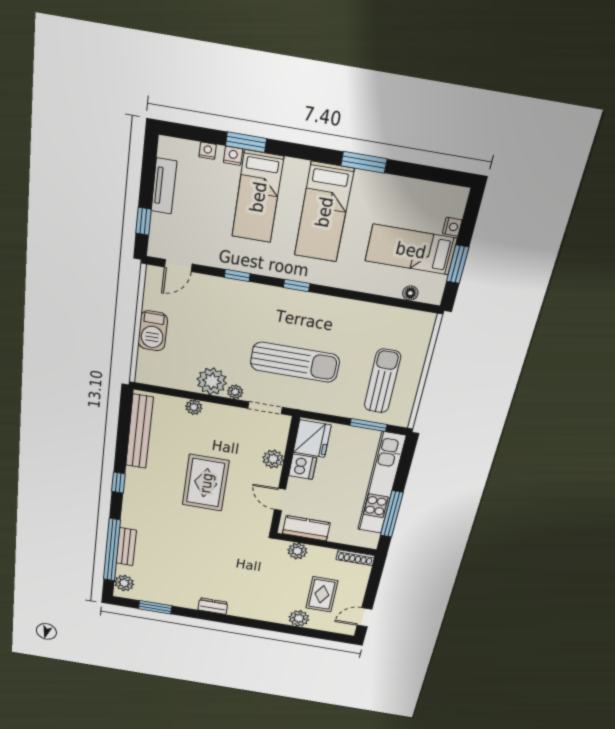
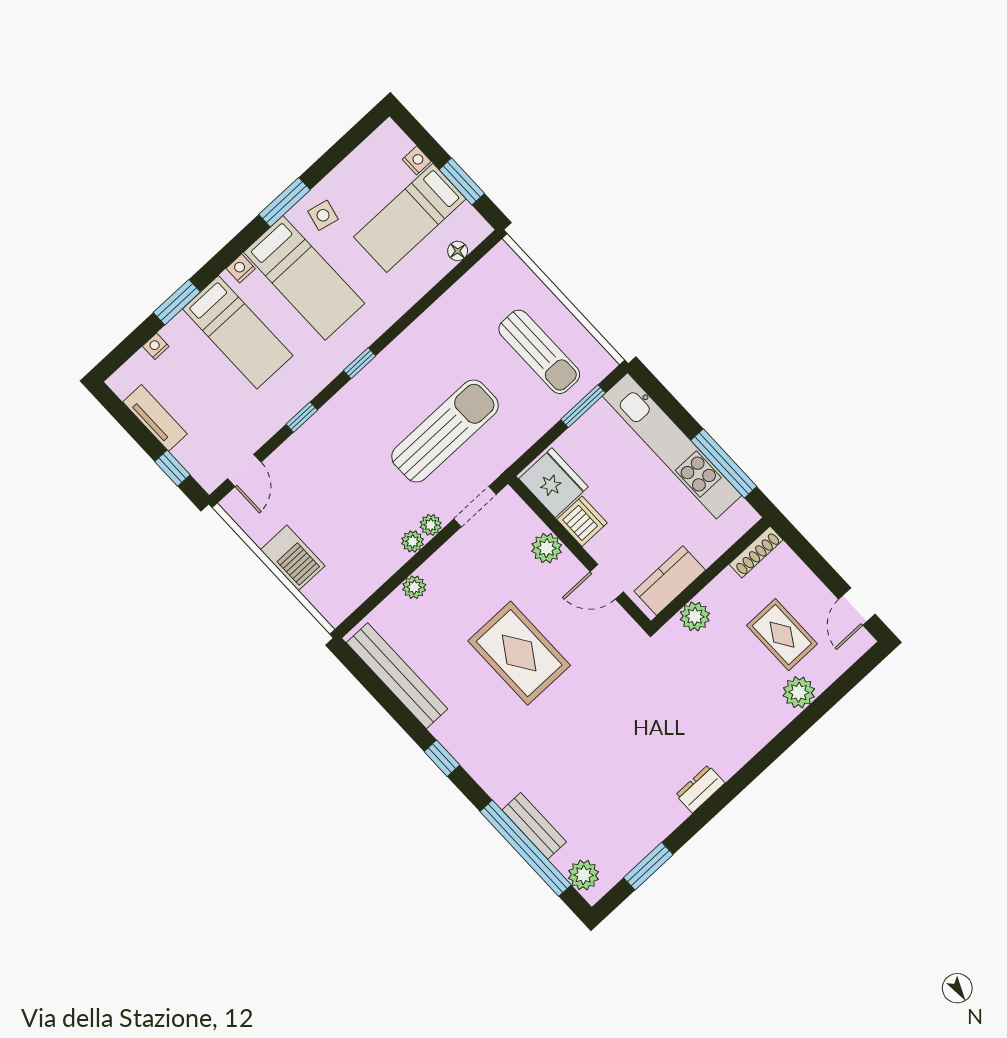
nightstand: (233, 156) -> (241, 268), moved
side table: (373, 194) -> (323, 215), added
plant: (212, 381) -> (413, 541), width x0.53, depth x0.53
sun lounger: (382, 381) -> (539, 352), turned 180

